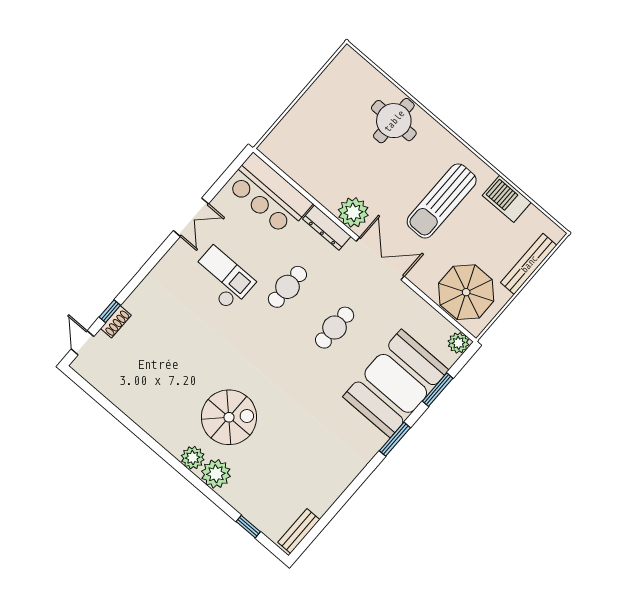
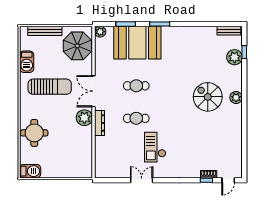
barbecue: (344, 67) -> (30, 171), added
bar counter: (269, 194) -> (106, 157), removed
plant: (216, 474) -> (235, 57), moved

